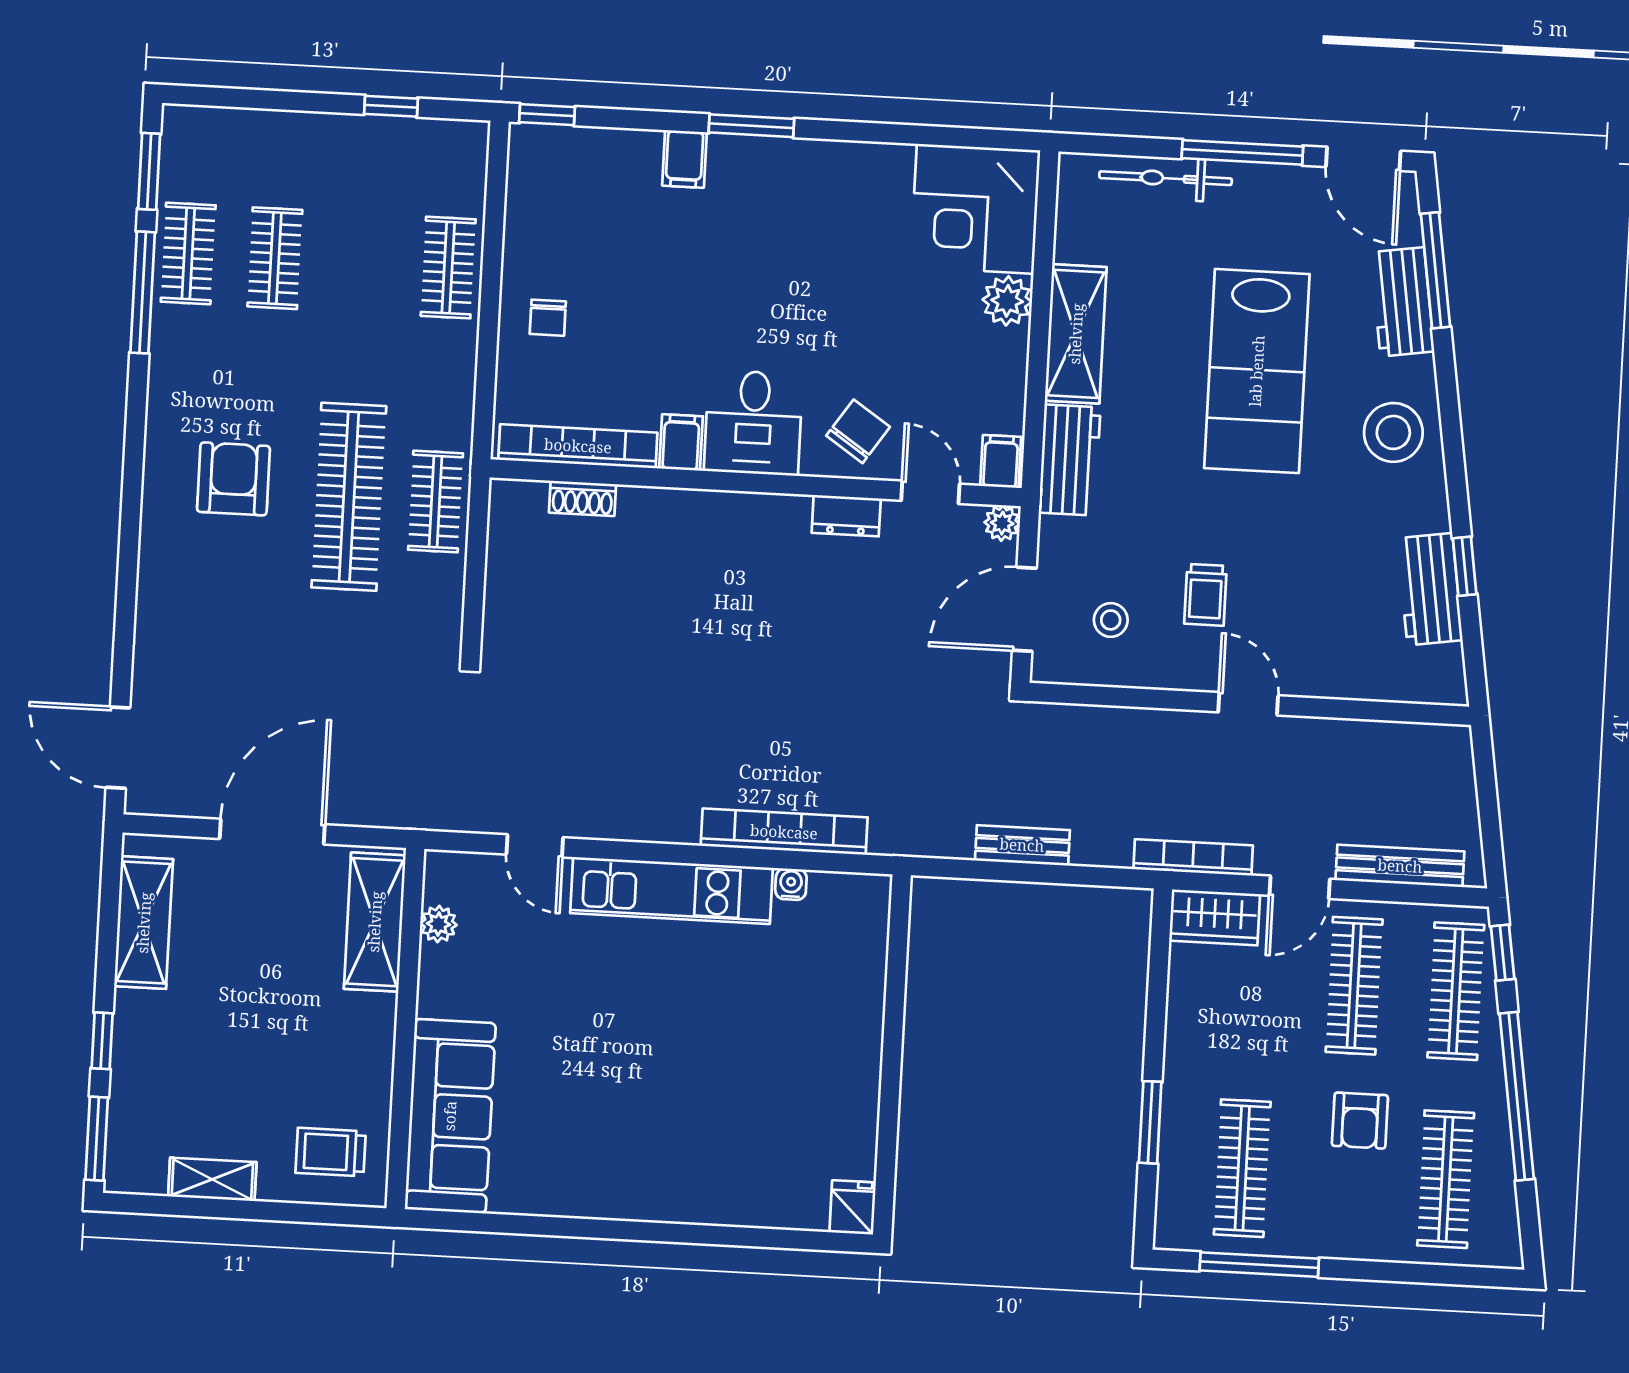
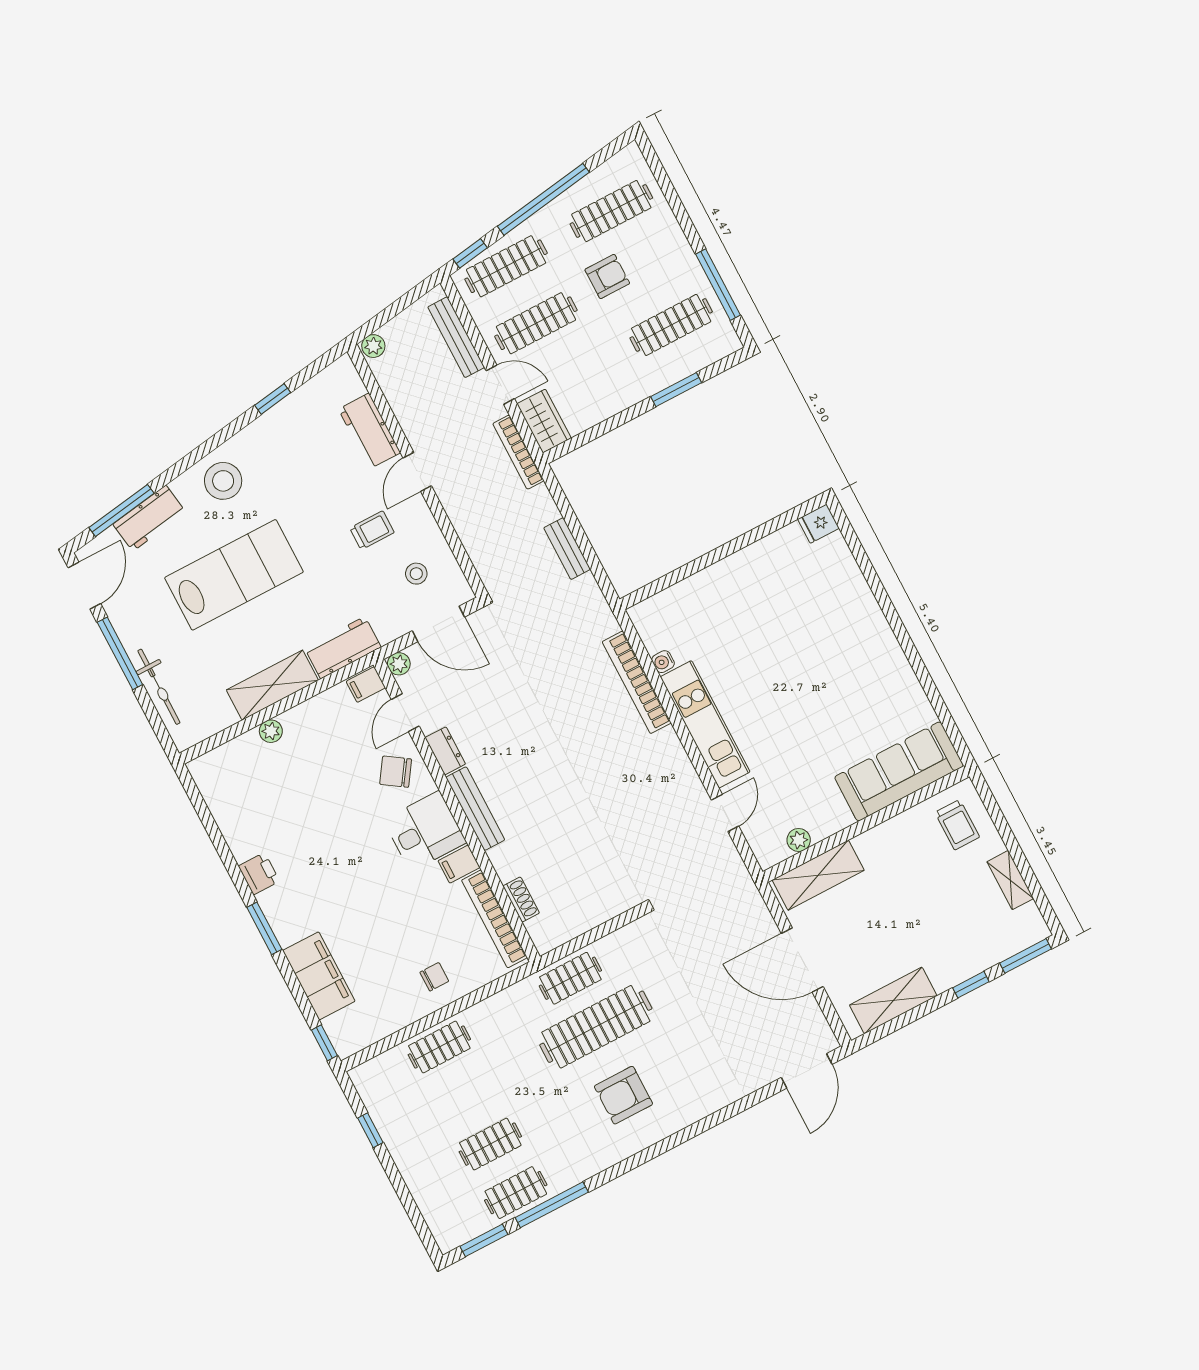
filing cabinet: (684, 159) -> (319, 976), width x3.00, depth x1.17
printer: (830, 163) -> (259, 874), added
corner desk: (975, 209) -> (237, 780), removed
plant: (1007, 301) -> (271, 731), width x0.73, depth x0.73
bench: (743, 510) -> (475, 809), added
workbench: (1430, 589) -> (369, 431), moved, turned 99
plant: (1455, 746) -> (373, 346), added

